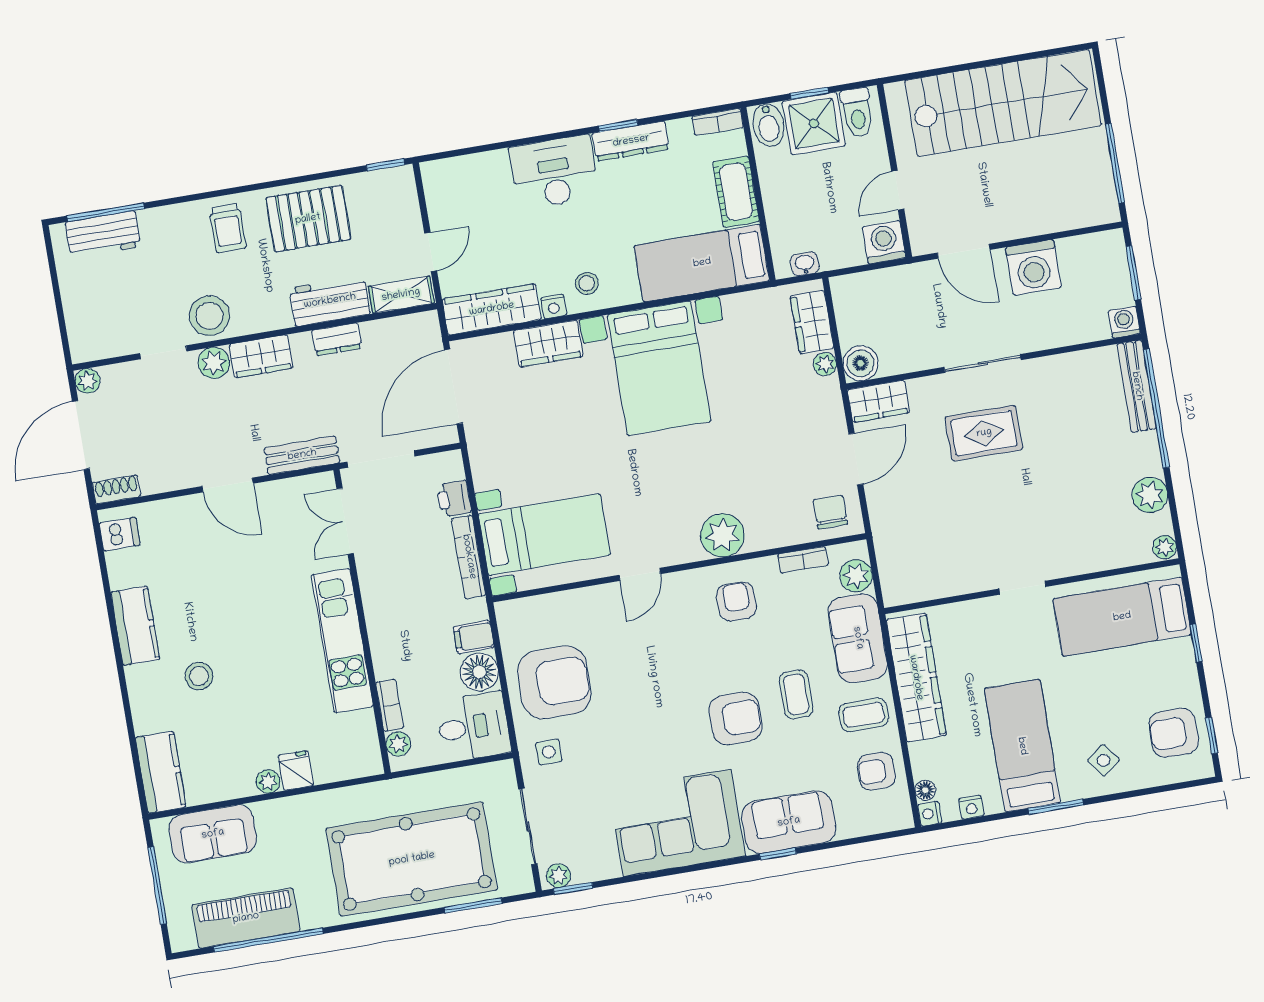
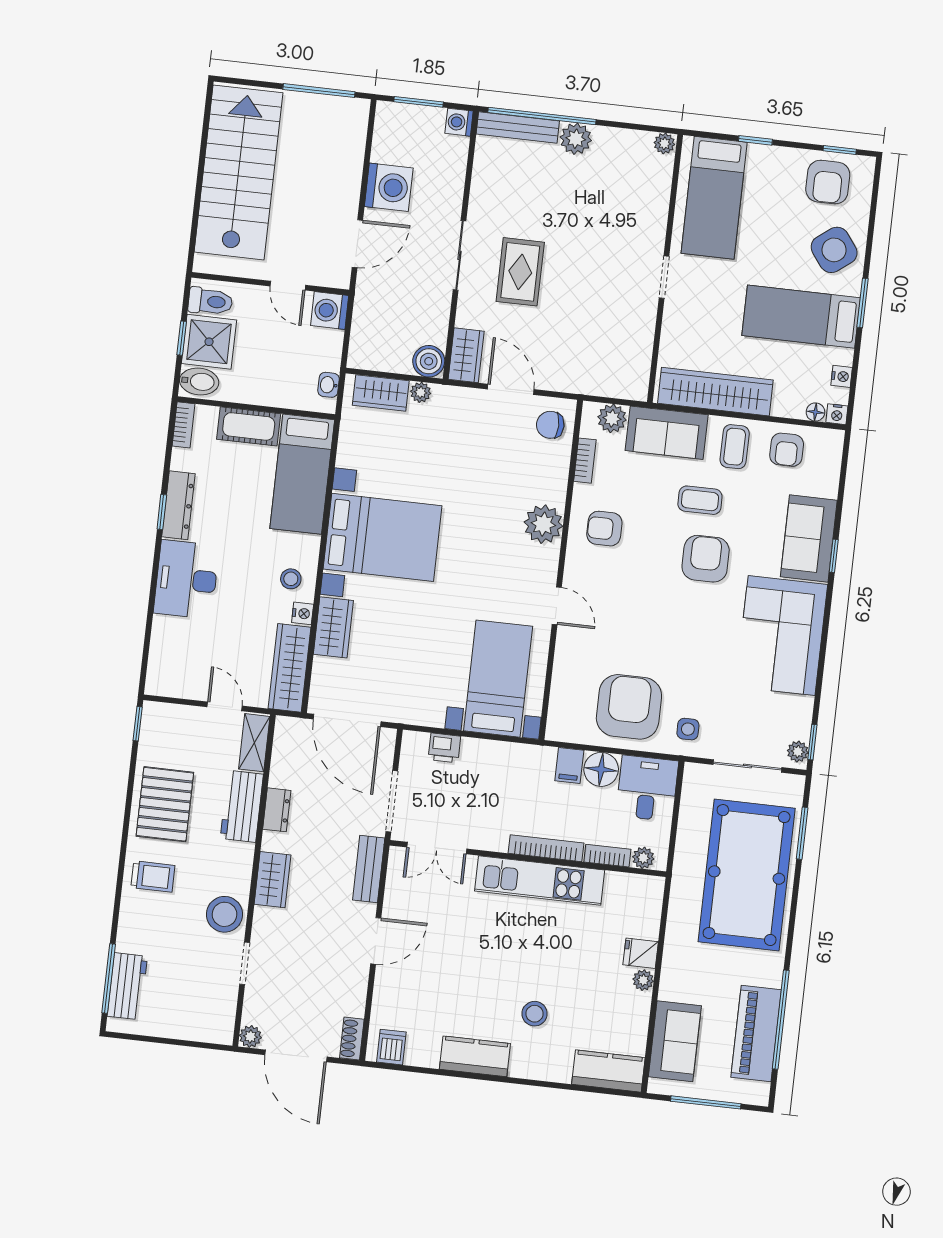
plant: (214, 363) -> (266, 922), removed
plant: (1150, 495) -> (576, 139), moved
bookcase: (469, 557) -> (546, 848), moved, turned 180
side table: (1104, 760) -> (834, 250), width x1.87, depth x1.87

